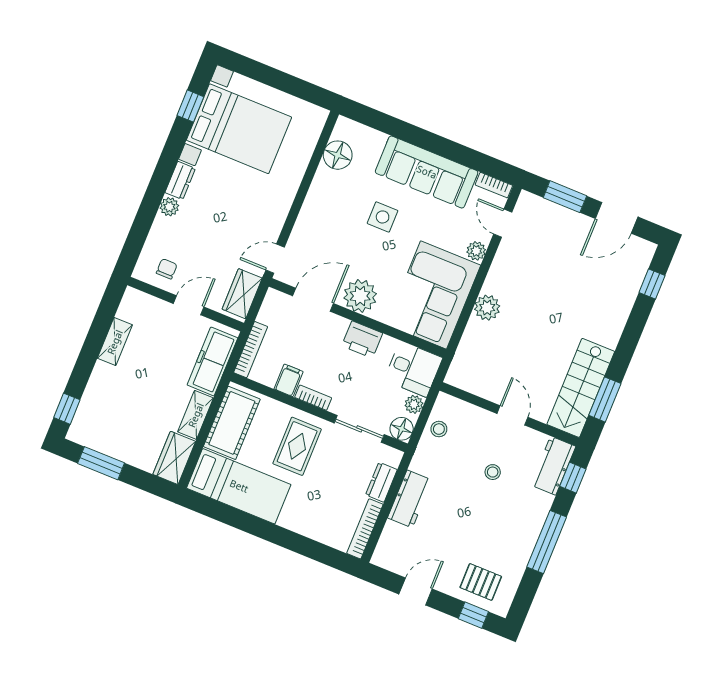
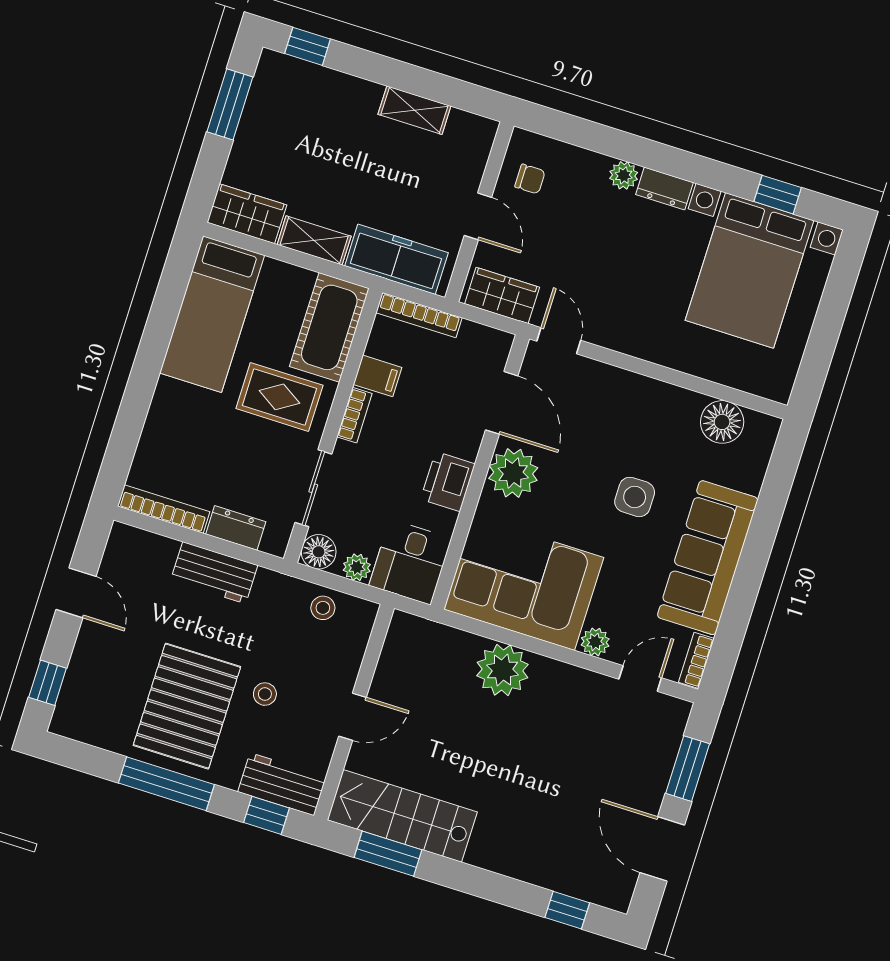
plant: (487, 308) -> (502, 670), width x1.36, depth x1.36
cot: (232, 423) -> (329, 327), moved, turned 90
pallet: (481, 582) -> (187, 706), moved, width x2.05, depth x2.00

